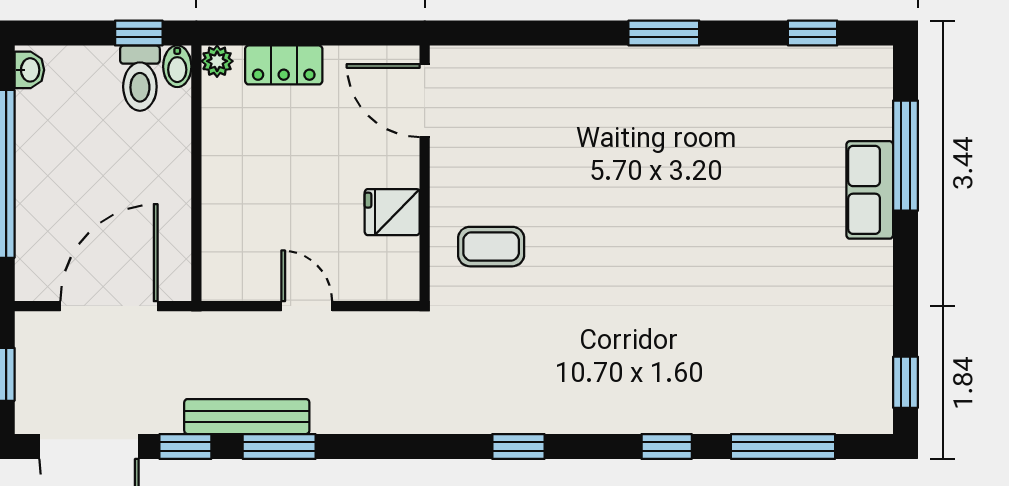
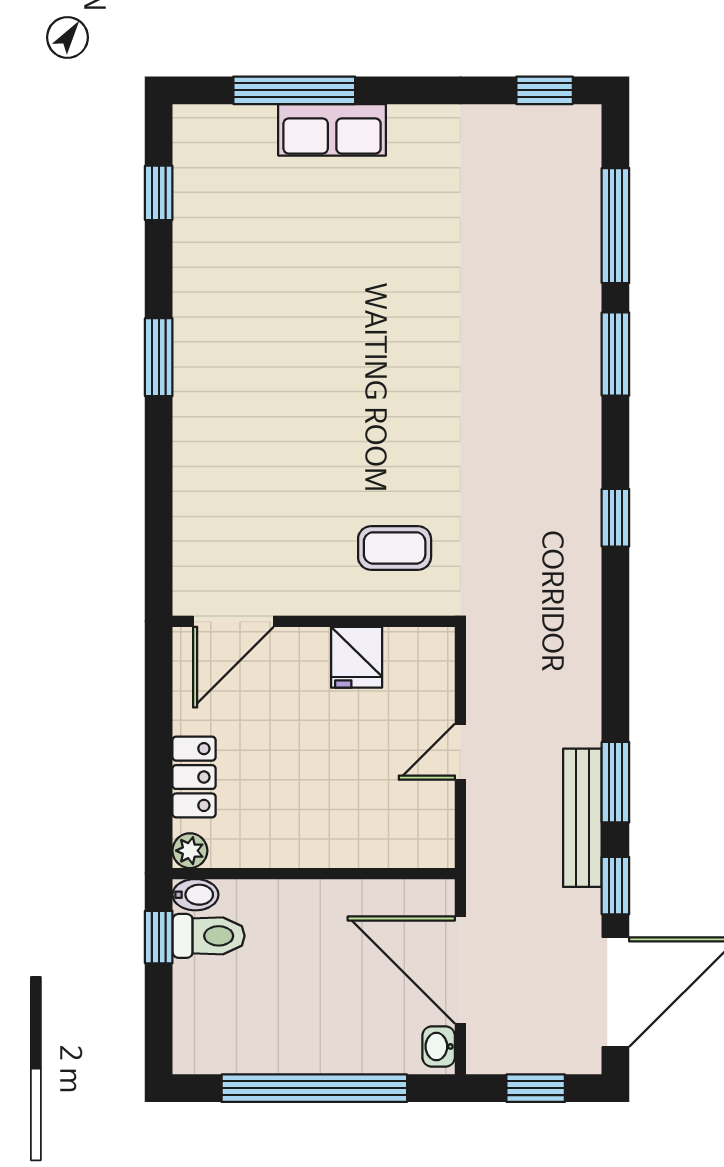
washbasin: (29, 70) -> (439, 1046), moved, turned -90
coffee table: (491, 247) -> (395, 548), turned 90
window: (667, 447) -> (615, 354), width x1.50

